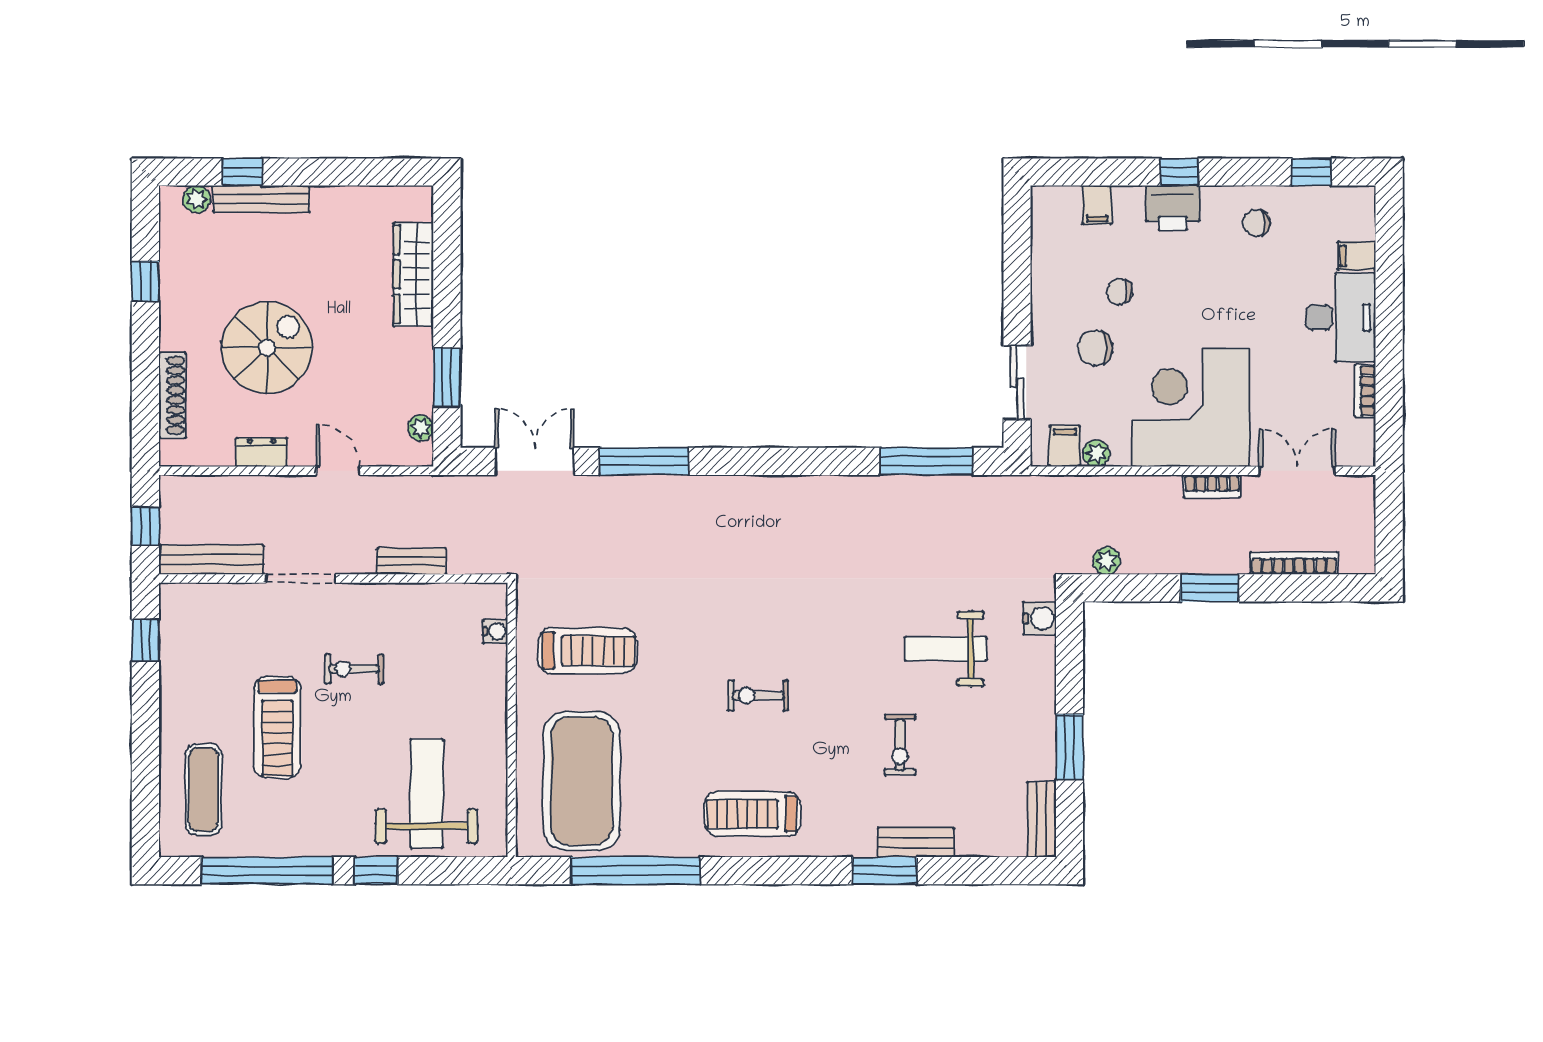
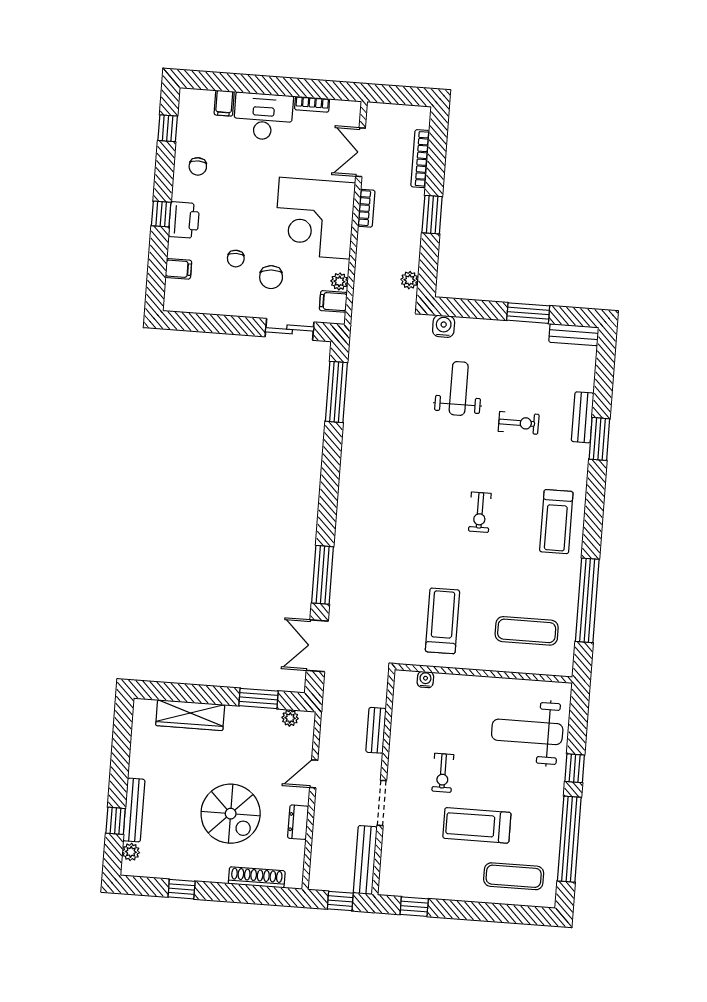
spiral stairs: (267, 348) -> (231, 814), turned 180
weight bench: (946, 649) -> (459, 388), turned 180
treadmill: (277, 727) -> (477, 825), turned 180
exercise mat: (582, 781) -> (527, 631), width x0.50, depth x0.69

